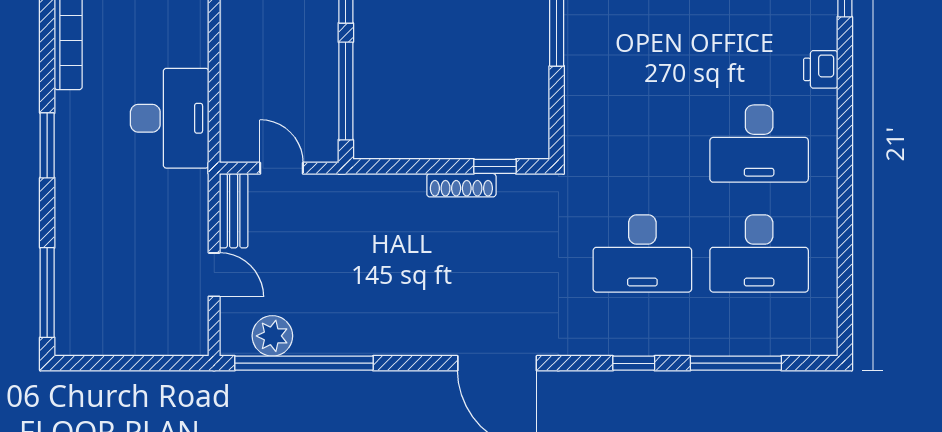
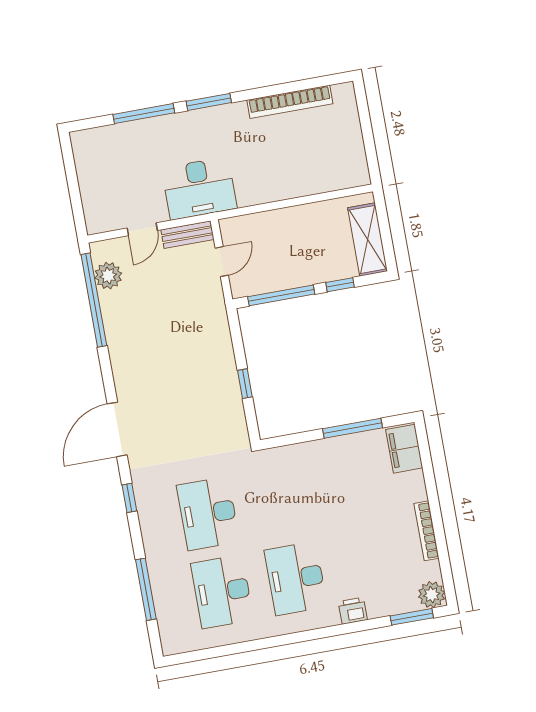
desk: (170, 118) -> (199, 188), moved
window: (495, 166) -> (245, 384), moved
shoe rack: (461, 185) -> (232, 384), removed
window: (47, 293) -> (144, 114), moved
window: (634, 363) -> (129, 498), moved

